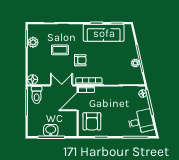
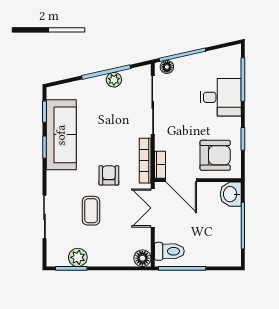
desk: (141, 121) -> (221, 97), moved, turned 103
washbasin: (51, 130) -> (231, 194), moved

